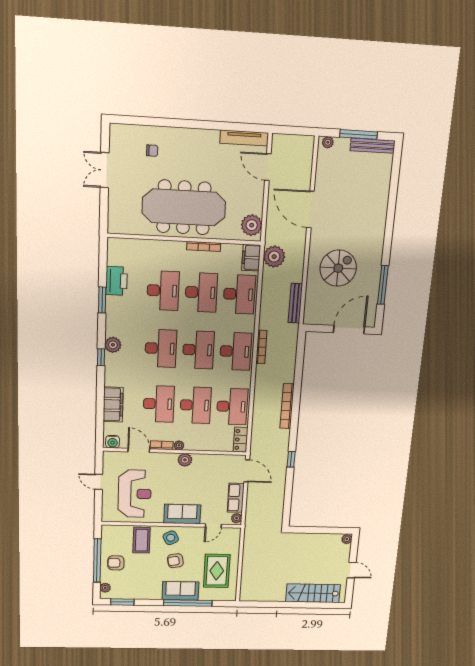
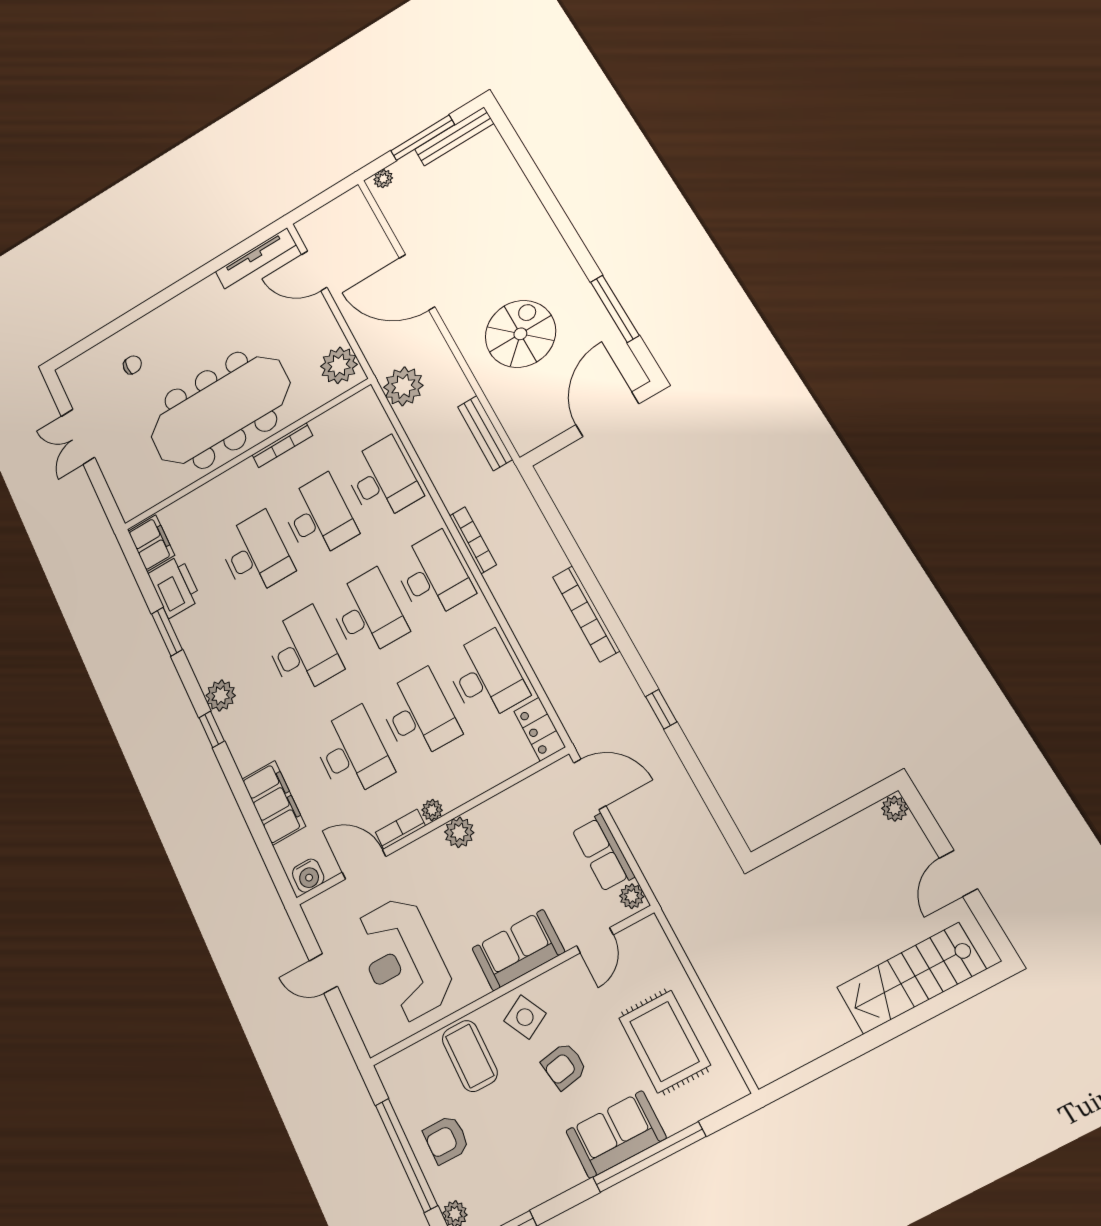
filing cabinet: (251, 258) -> (151, 543), moved, turned 180
reception desk: (135, 494) -> (403, 959), turned 180
door: (352, 570) -> (958, 873), swing flipped

